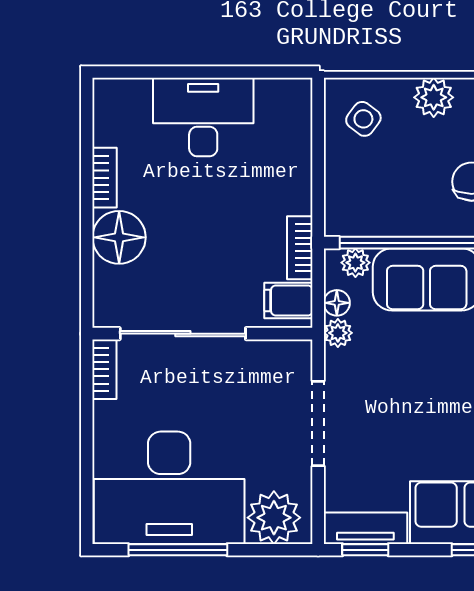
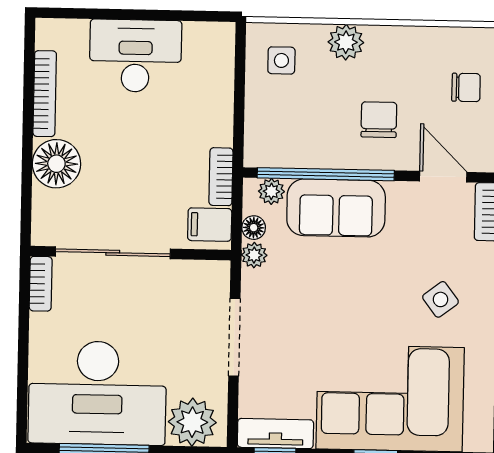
side table: (363, 119) -> (281, 60), turned -37
bookcase: (105, 178) -> (45, 94), width x1.56

